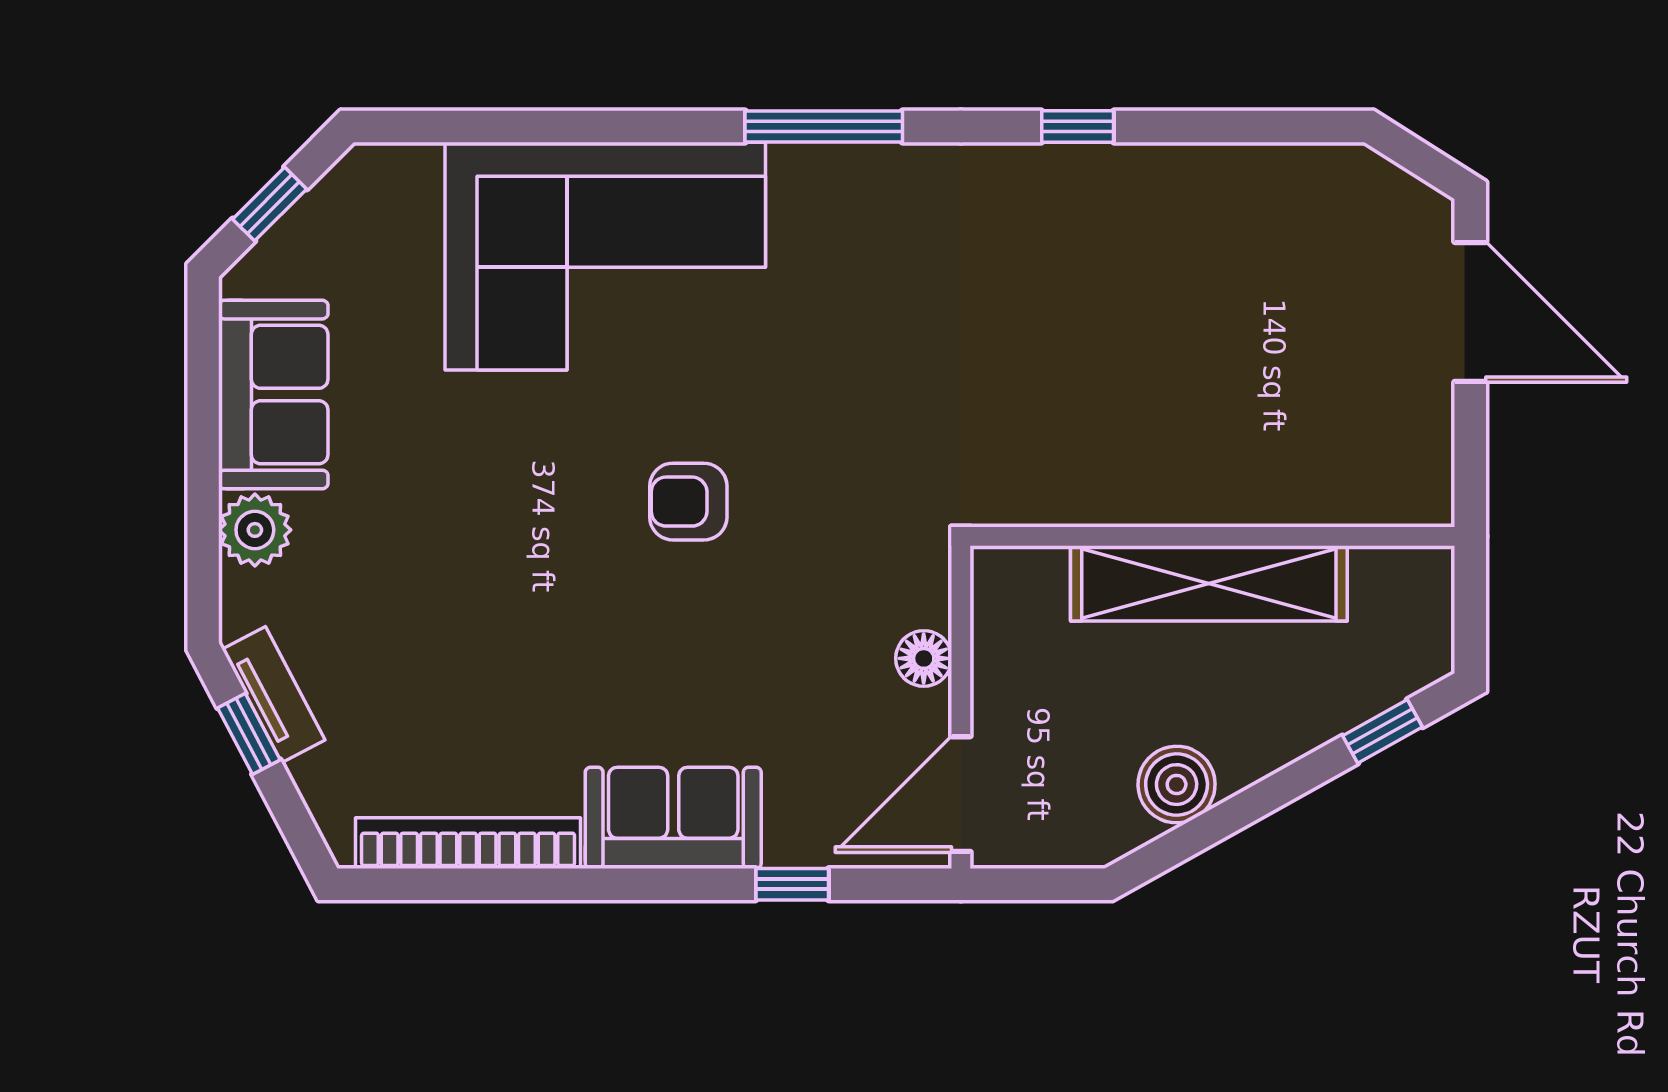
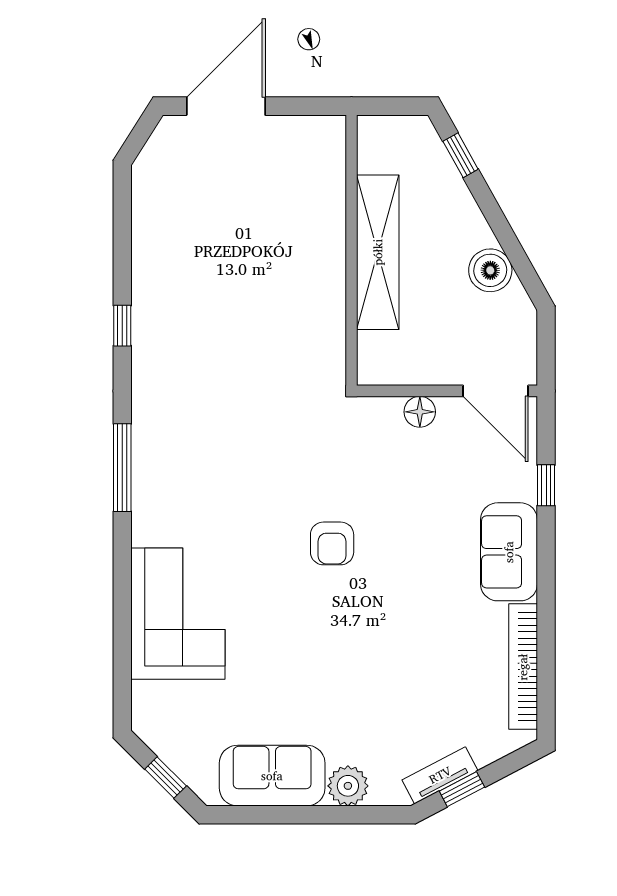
corner sofa: (605, 256) -> (178, 614), width x0.73, depth x0.74

